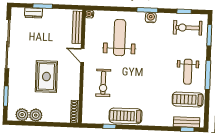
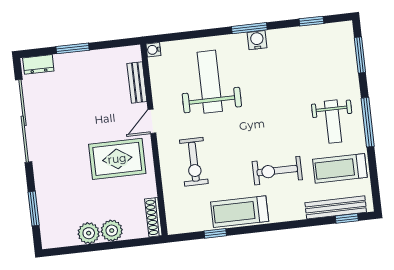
dresser: (33, 13) -> (38, 64), moved
bench: (77, 27) -> (137, 82), width x0.73
exercise bike: (188, 28) -> (277, 171), moved
door: (82, 56) -> (152, 121), hinge flipped
rug: (46, 77) -> (117, 159), moved, turned 90
plant: (22, 115) -> (112, 231), moved
bench: (187, 122) -> (336, 207), width x1.36

